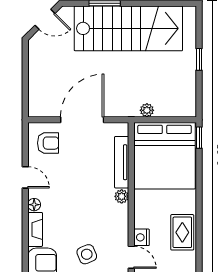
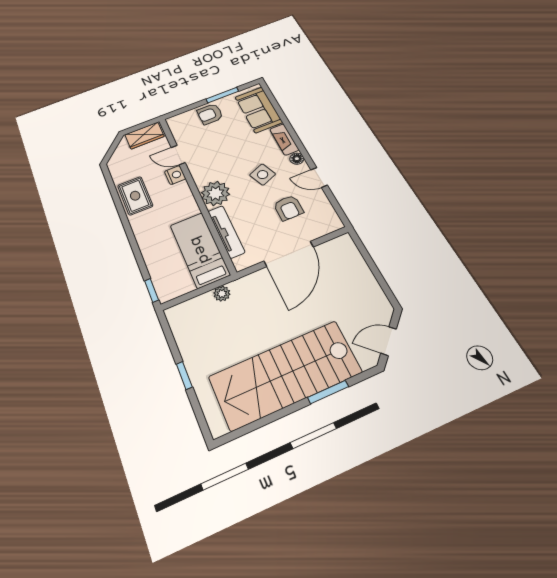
armchair: (48, 143) -> (288, 208), moved, turned -90
bed: (164, 156) -> (200, 250), width x0.49
plant: (122, 196) -> (215, 193), width x1.88, depth x1.88
side table: (87, 254) -> (263, 175), moved

